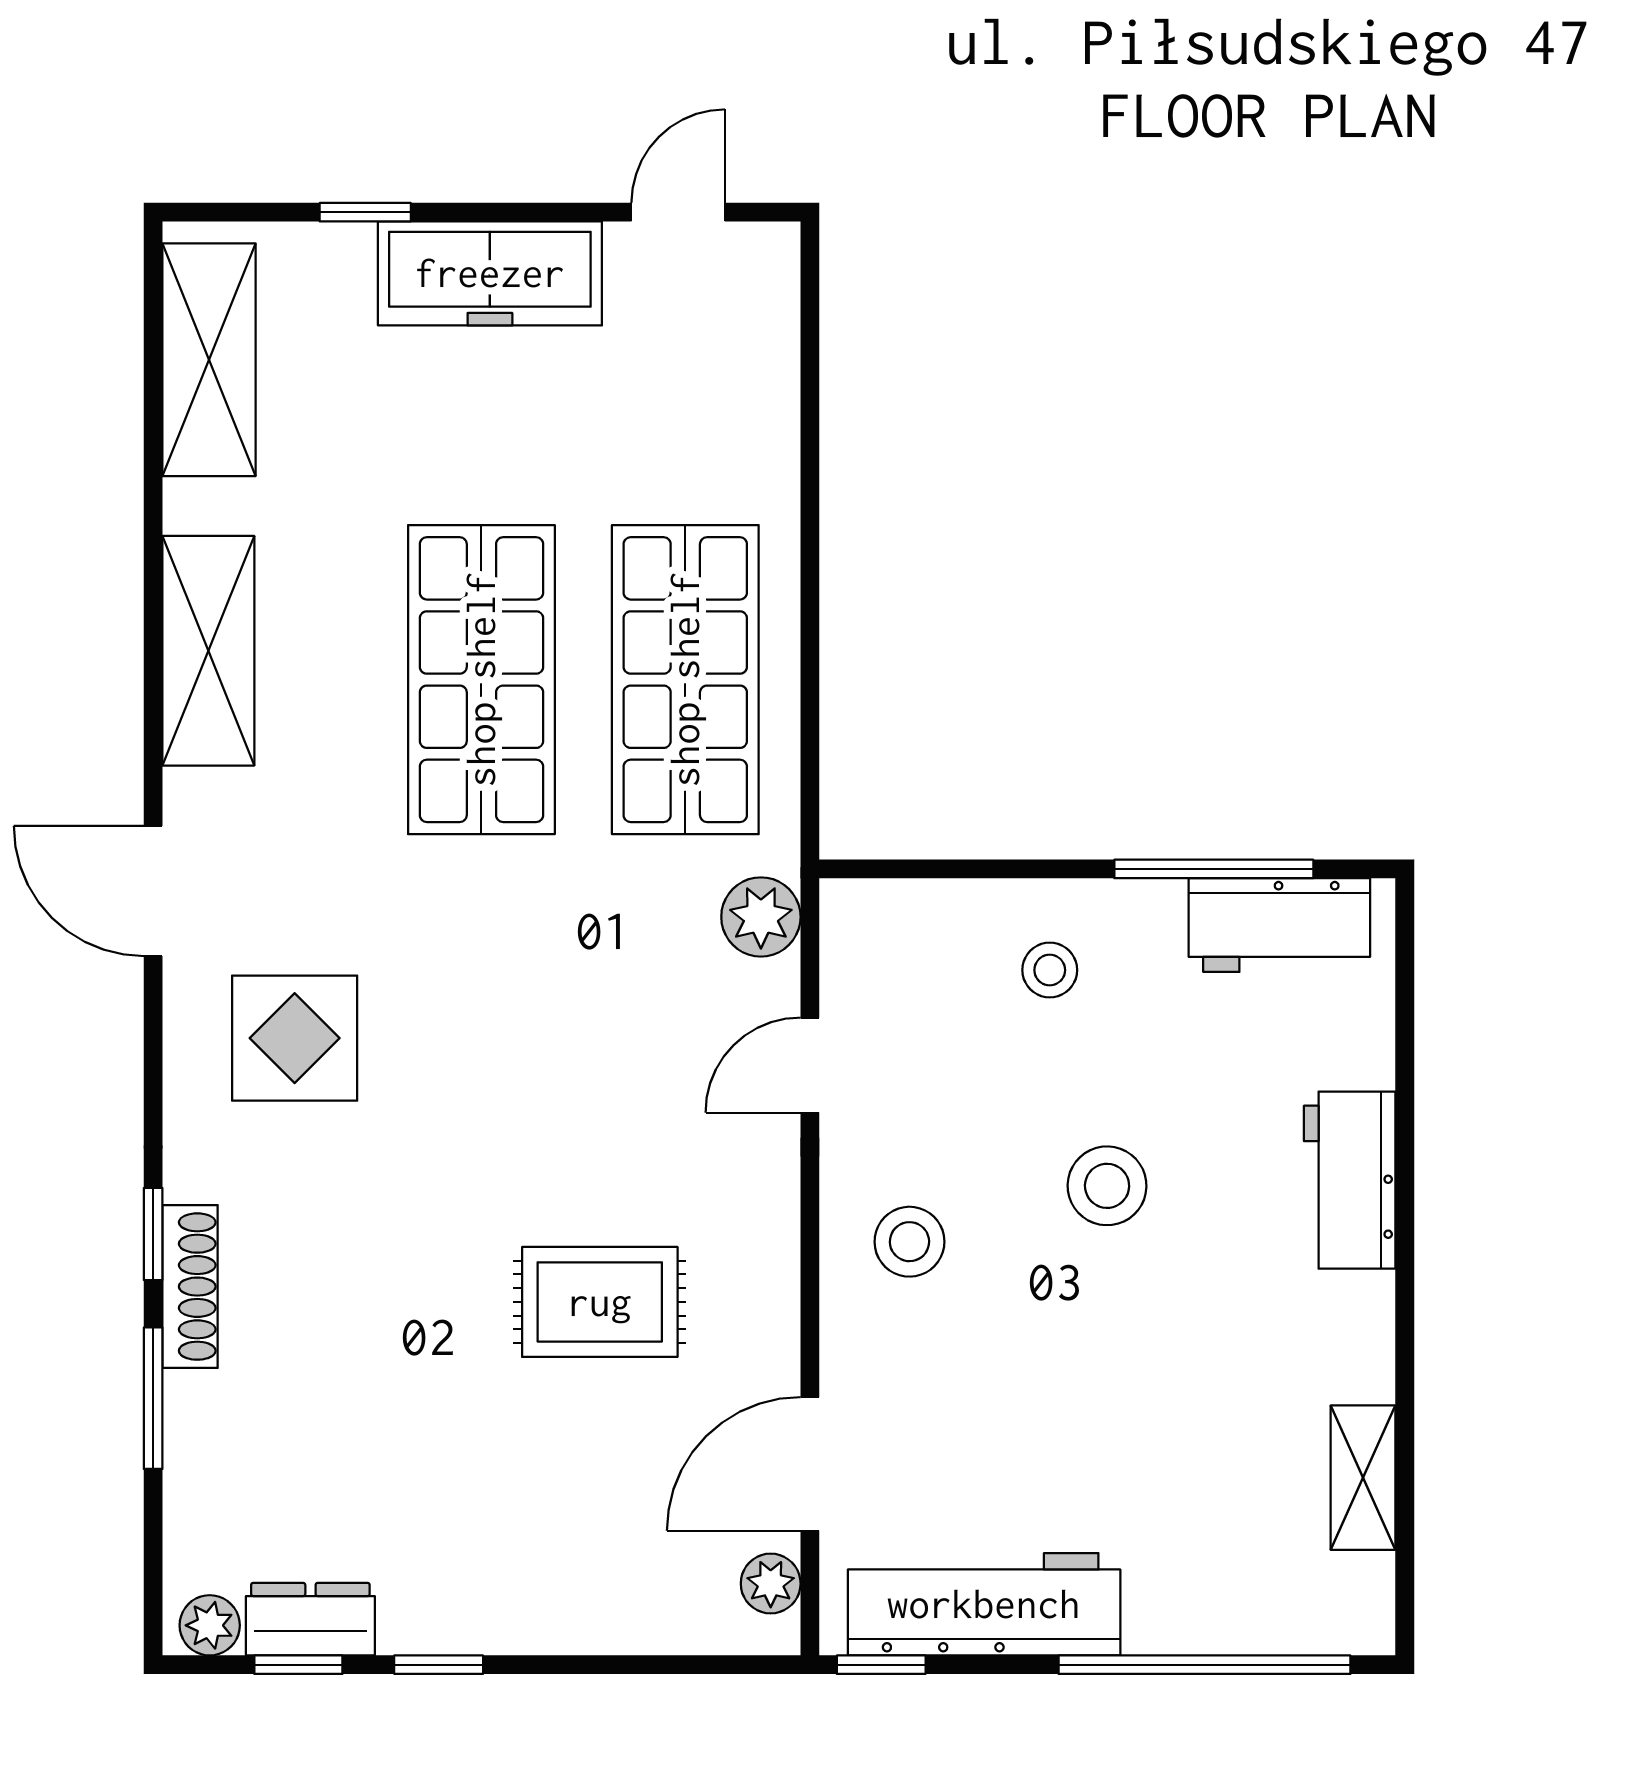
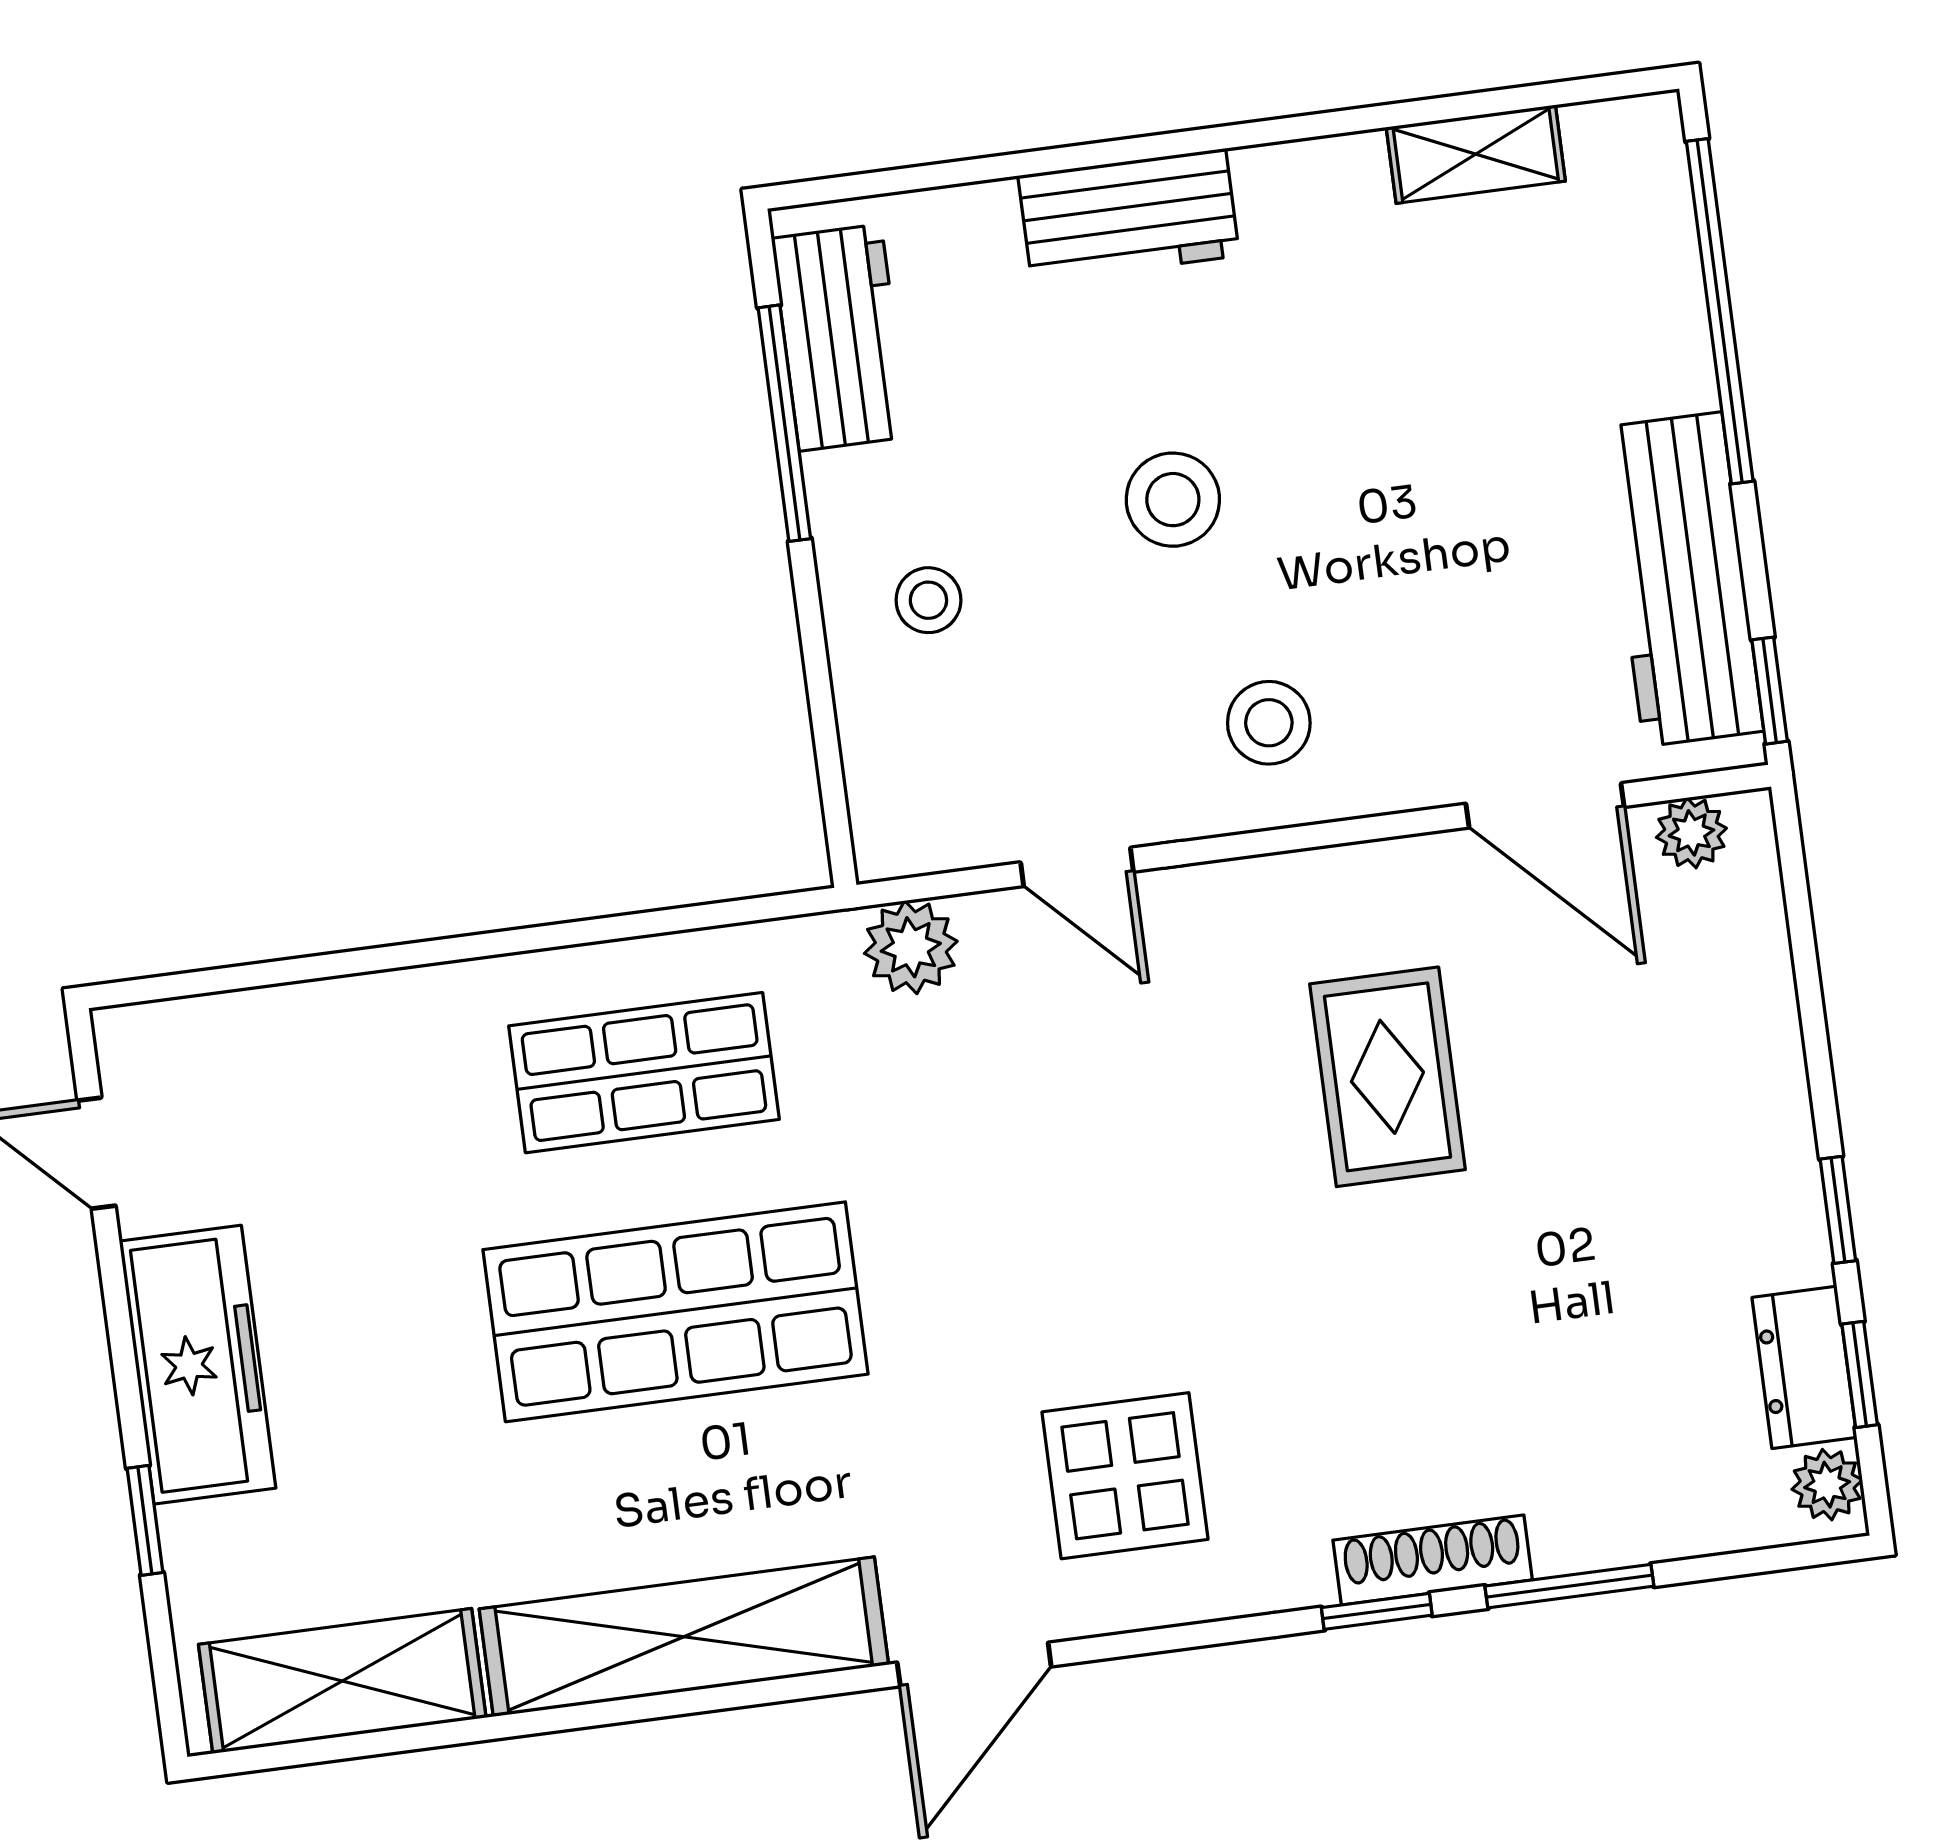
shelving: (208, 651) -> (684, 1637), width x1.47
shop shelf: (685, 680) -> (644, 1073), width x0.70, depth x0.74

